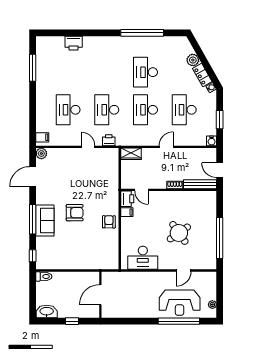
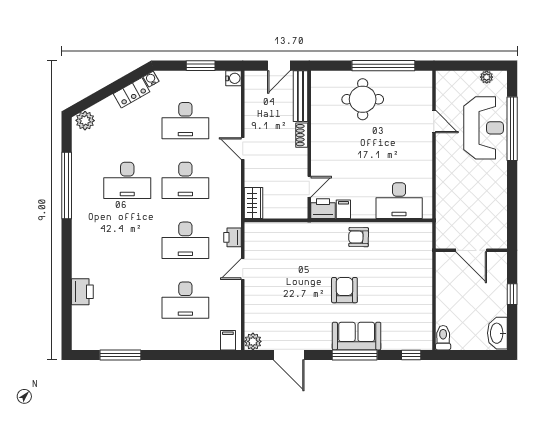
plant: (193, 60) -> (85, 121), moved
round table: (179, 233) -> (363, 99), moved, turned 35
desk: (143, 258) -> (399, 201), moved, turned 90

